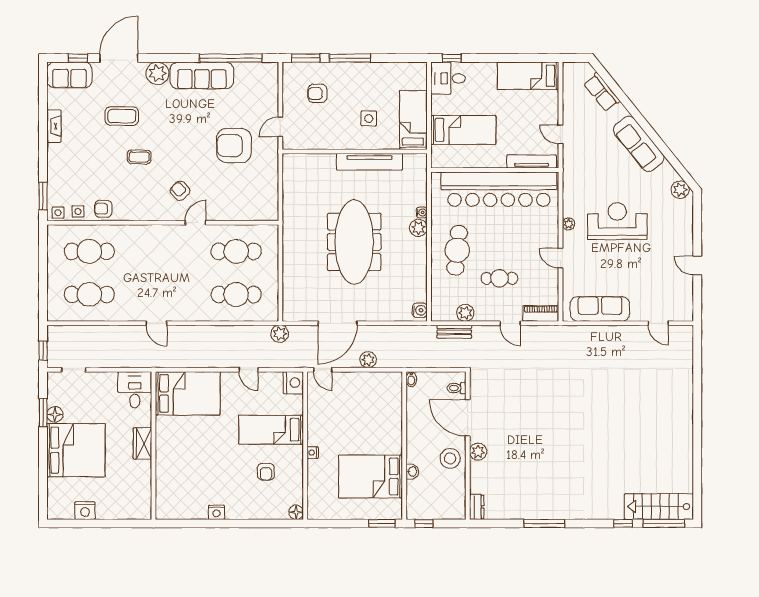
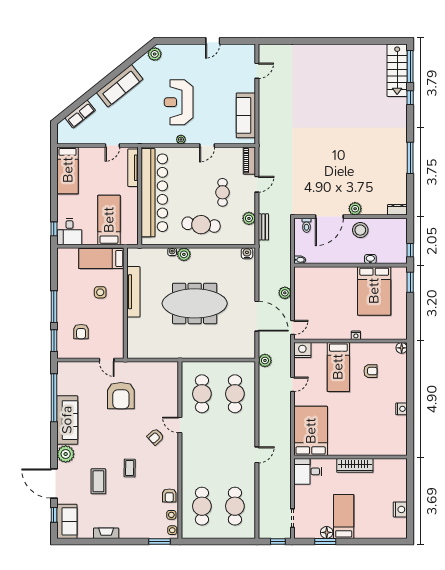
wardrobe: (142, 443) -> (355, 465), width x1.50
bed: (76, 450) -> (344, 516), width x0.49

